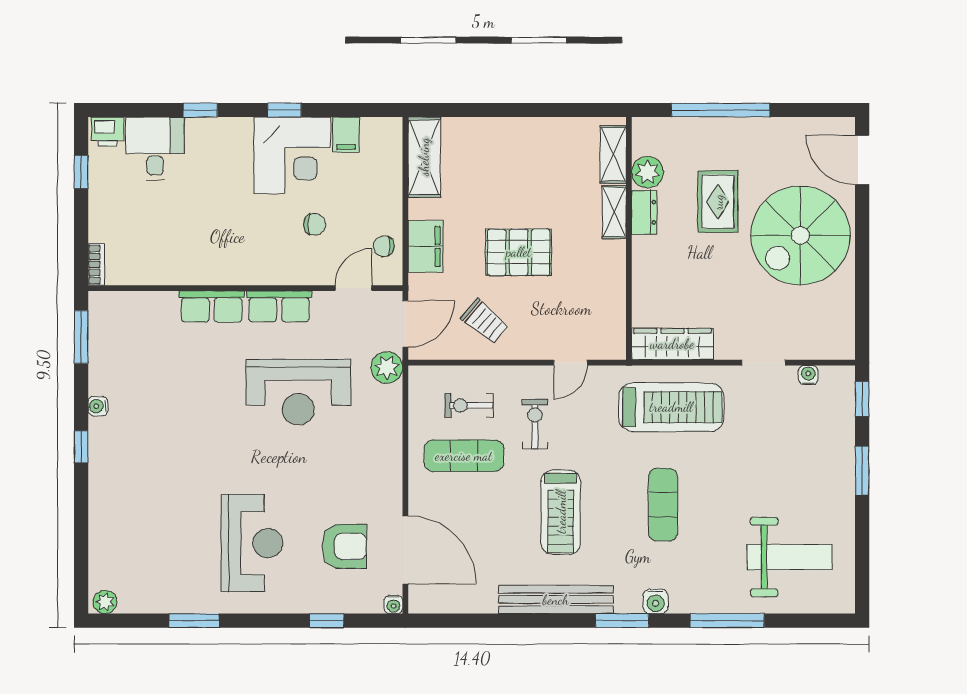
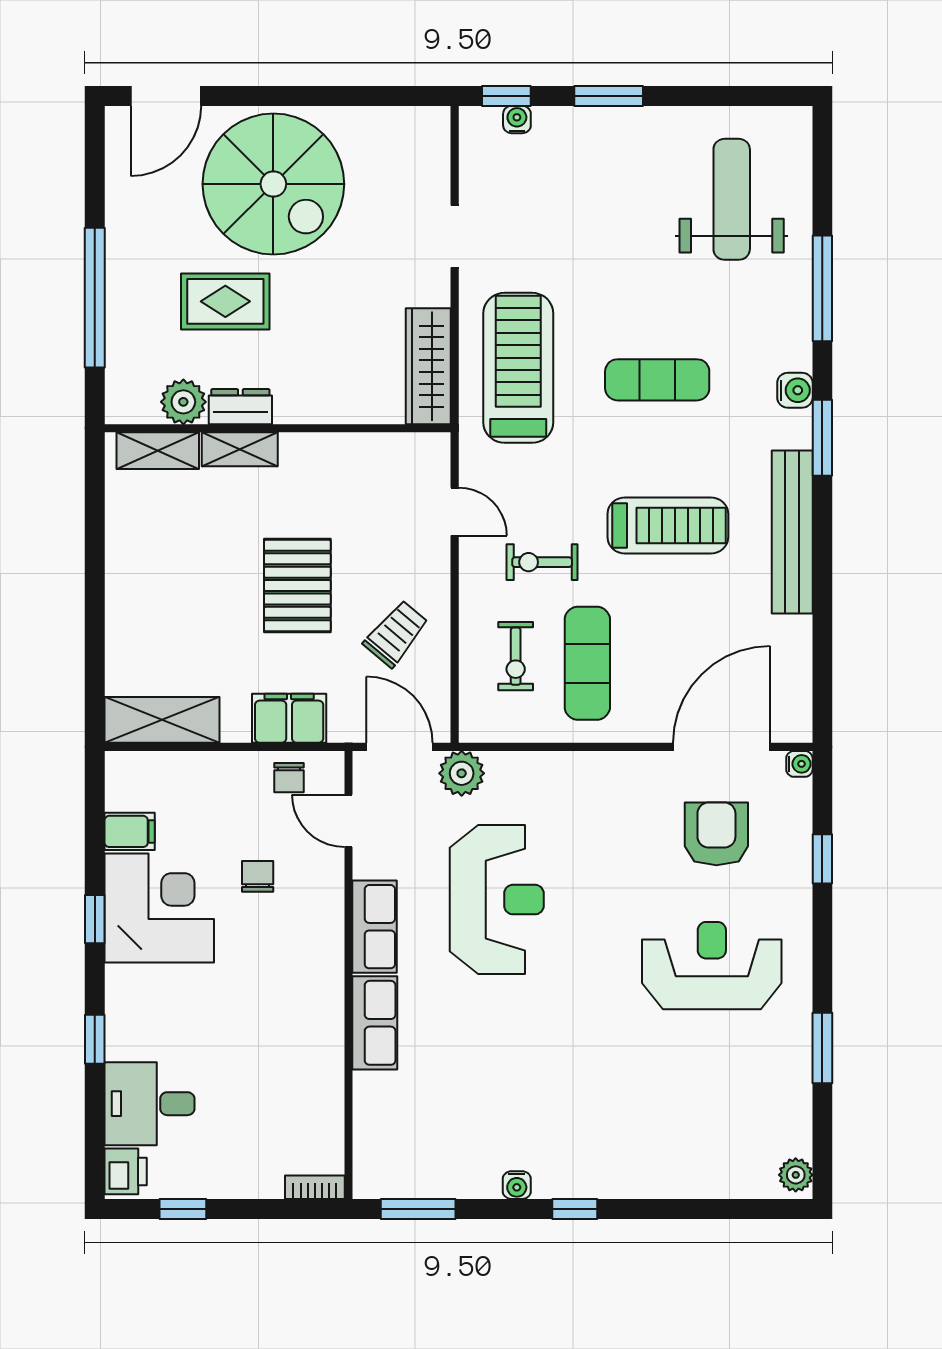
water cooler: (808, 375) -> (517, 120), moved, turned 90

